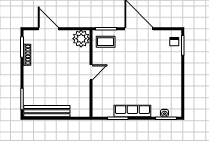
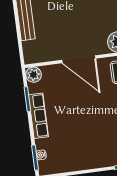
door: (91, 72) -> (79, 59), width x1.88
plant: (99, 111) -> (34, 75), added

